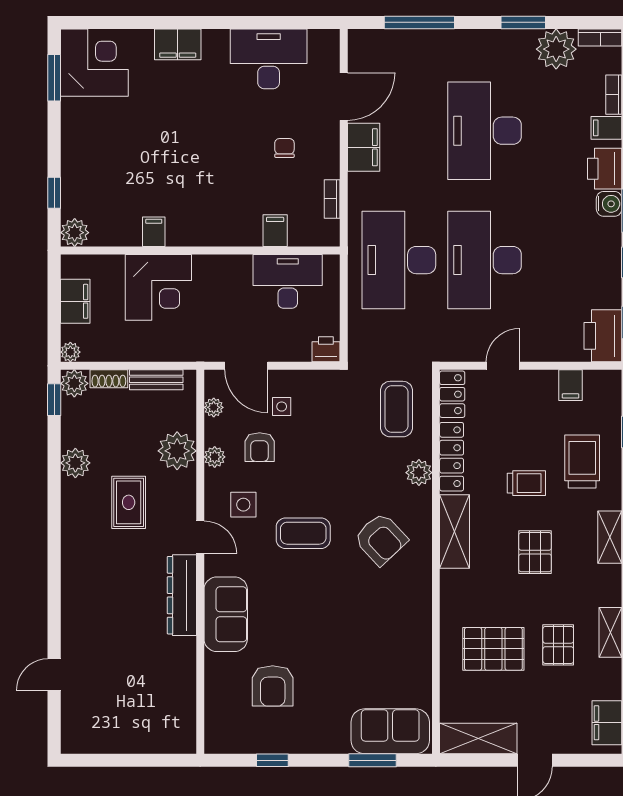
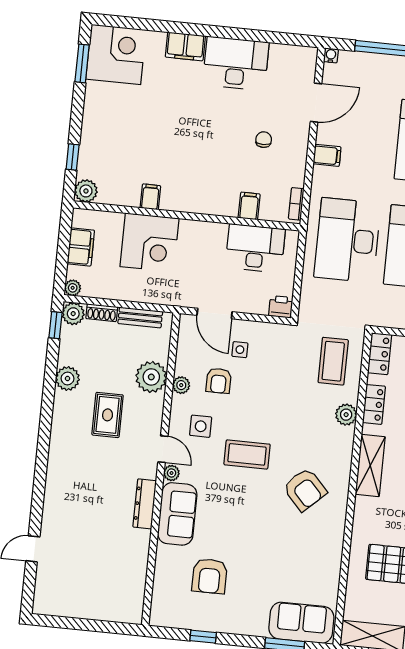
water cooler: (356, 37) -> (331, 55), added
desk: (269, 59) -> (236, 64), moved
filing cabinet: (364, 147) -> (327, 155), width x0.50
bookcase: (332, 199) -> (296, 204), moved
plant: (214, 407) -> (172, 473), moved
locker: (452, 457) -> (374, 404), width x0.66
armchair: (381, 539) -> (305, 490), moved
dresser: (182, 595) -> (145, 504), width x0.73, depth x0.80

